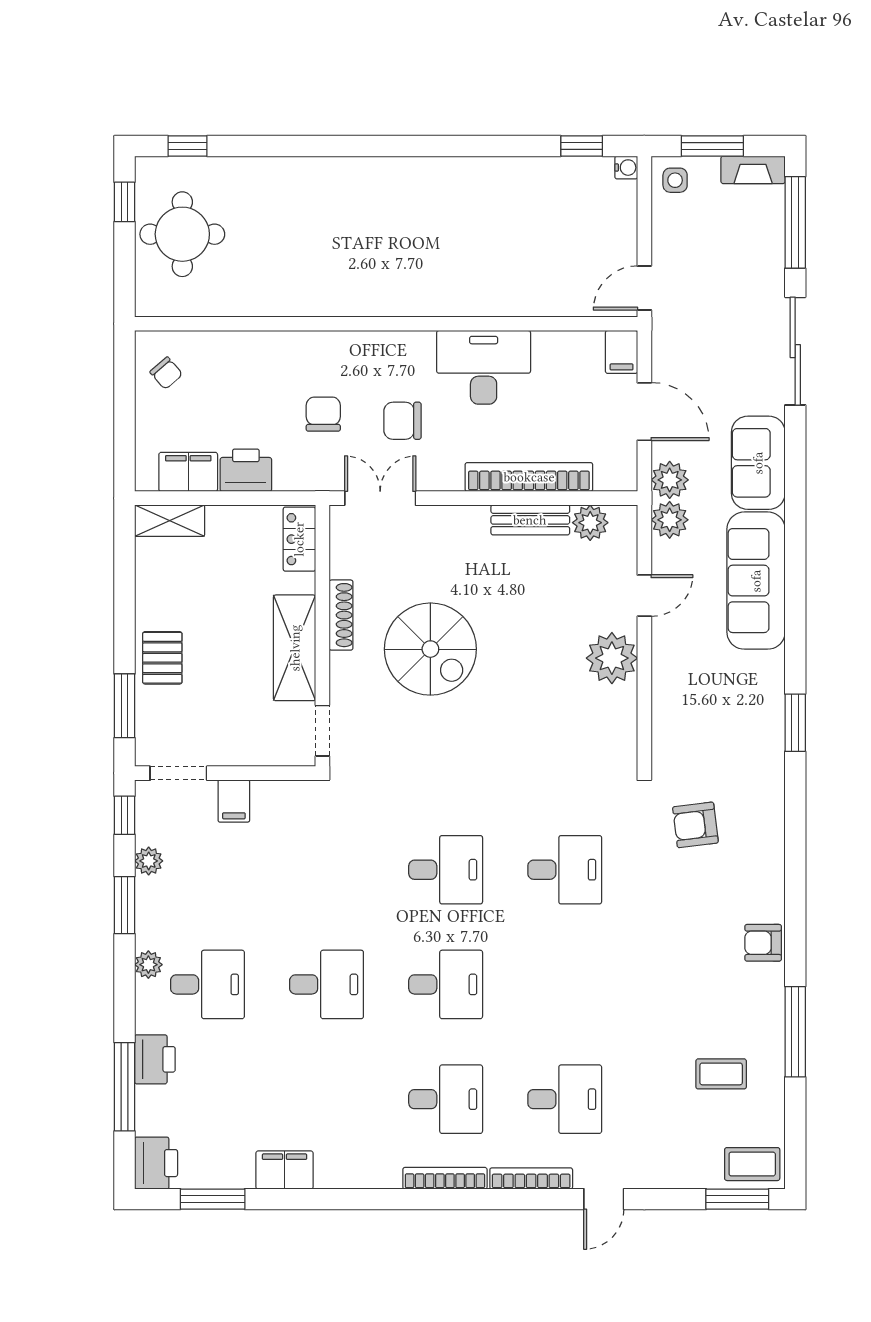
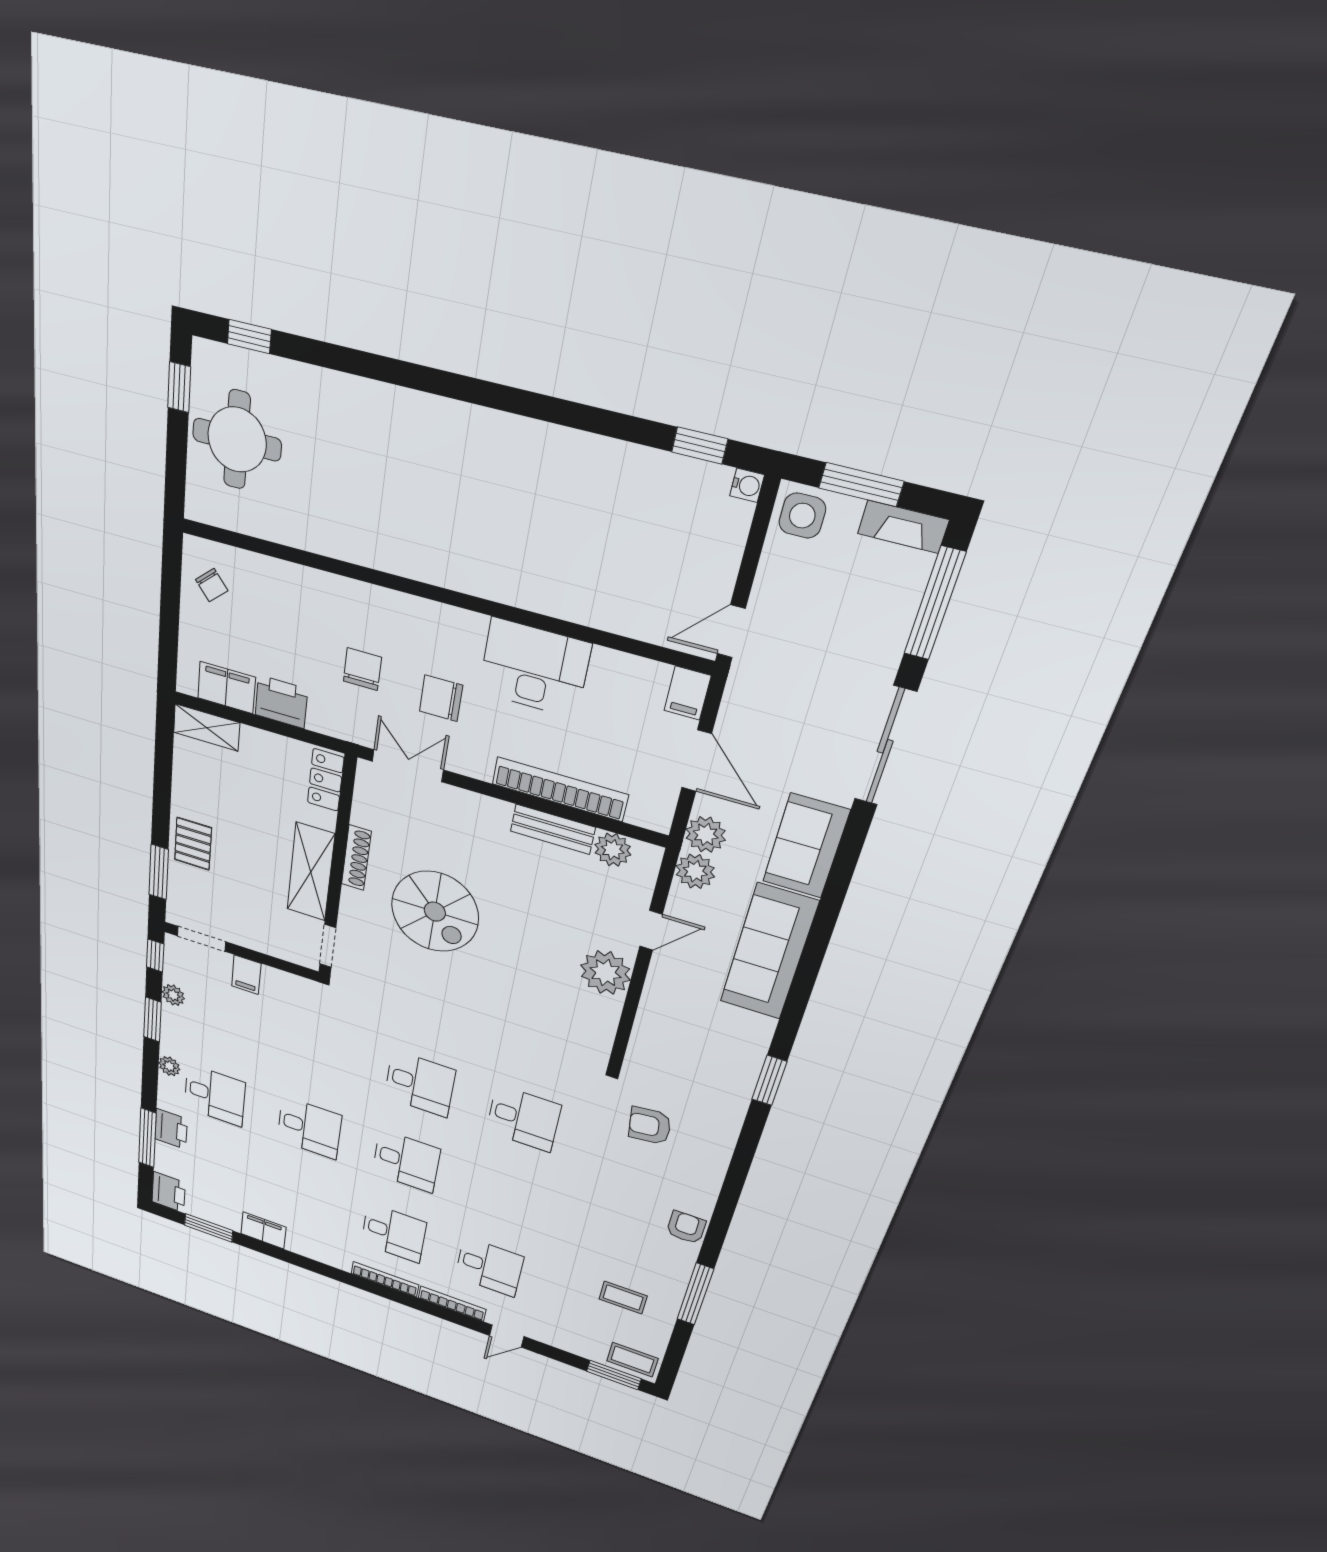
side table: (675, 180) -> (802, 516), width x1.37, depth x1.37
armchair: (763, 943) -> (686, 1227), turned 90

